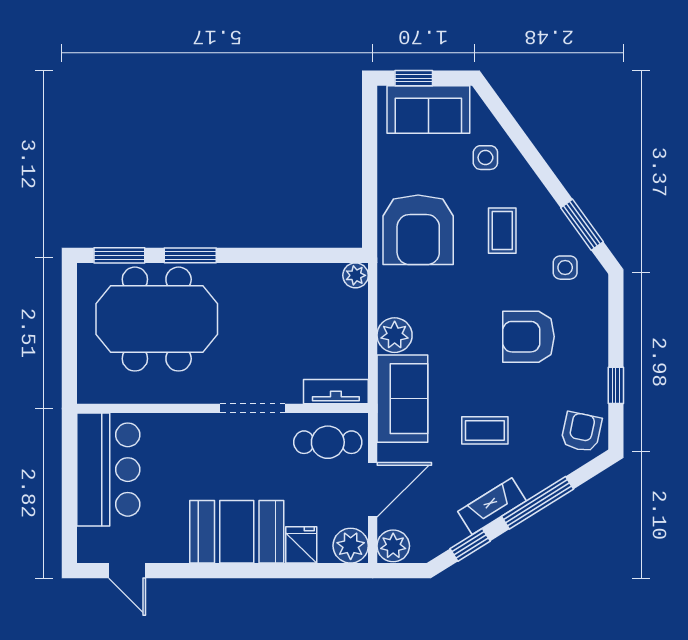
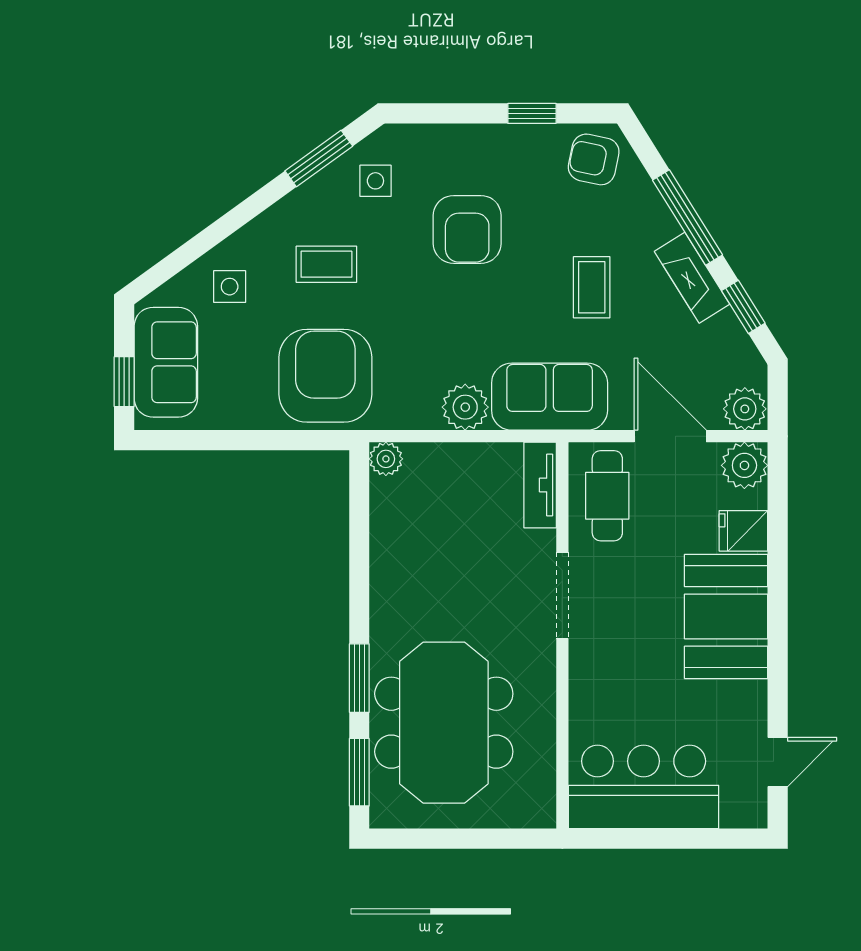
armchair: (418, 230) -> (325, 376), turned -90

